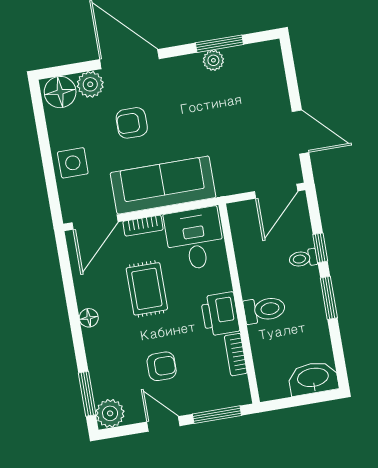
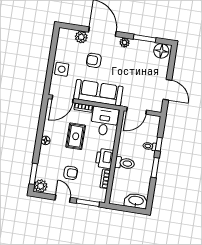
plant: (213, 60) -> (125, 43), moved
floor lamp: (60, 92) -> (161, 51), moved
door: (276, 191) -> (137, 111), moved

